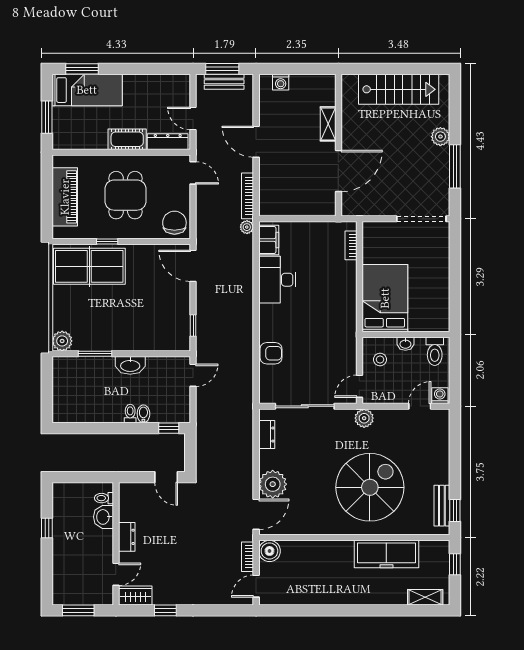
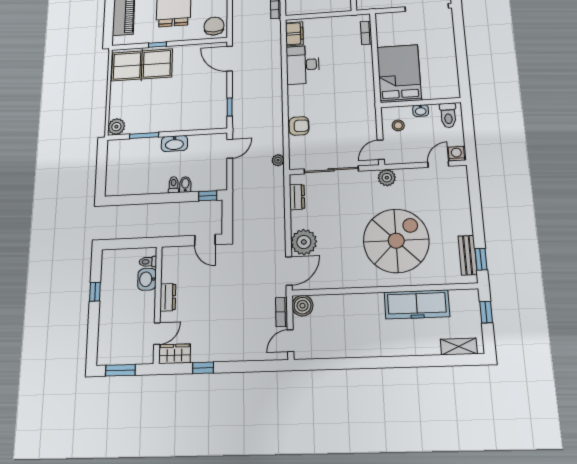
plant: (247, 227) -> (278, 160), moved

